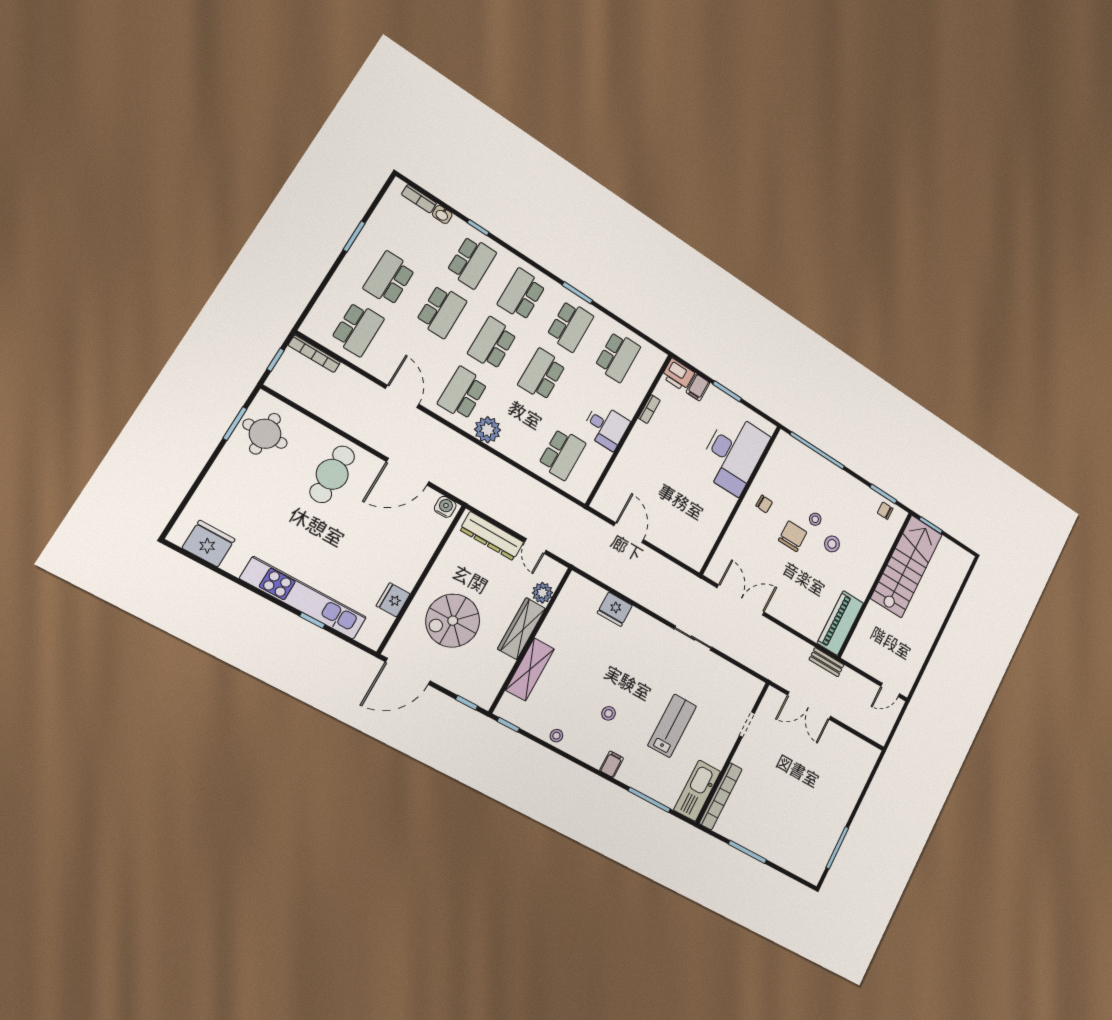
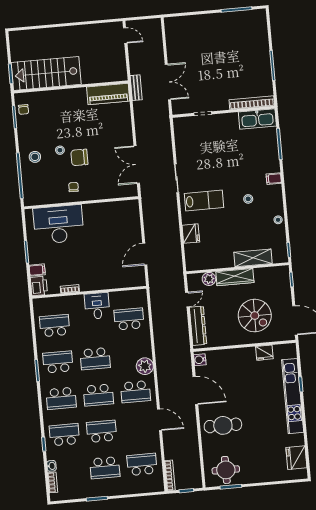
door: (402, 396) -> (160, 420), swing flipped
stool: (832, 544) -> (35, 157), moved
lab bench: (672, 726) -> (204, 201), moved, turned 180

